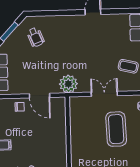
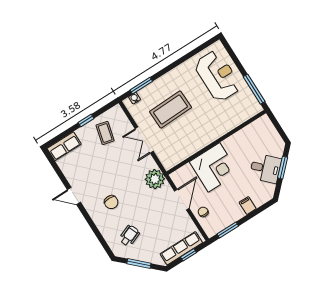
chair: (71, 39) -> (111, 202), added
corner desk: (50, 136) -> (214, 167), added

